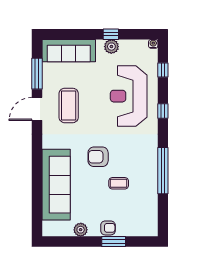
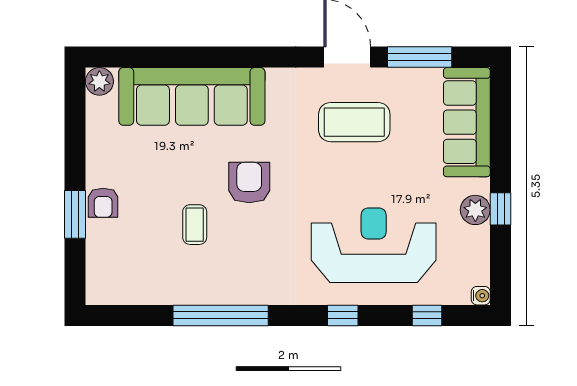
plant: (81, 230) -> (99, 81), moved

